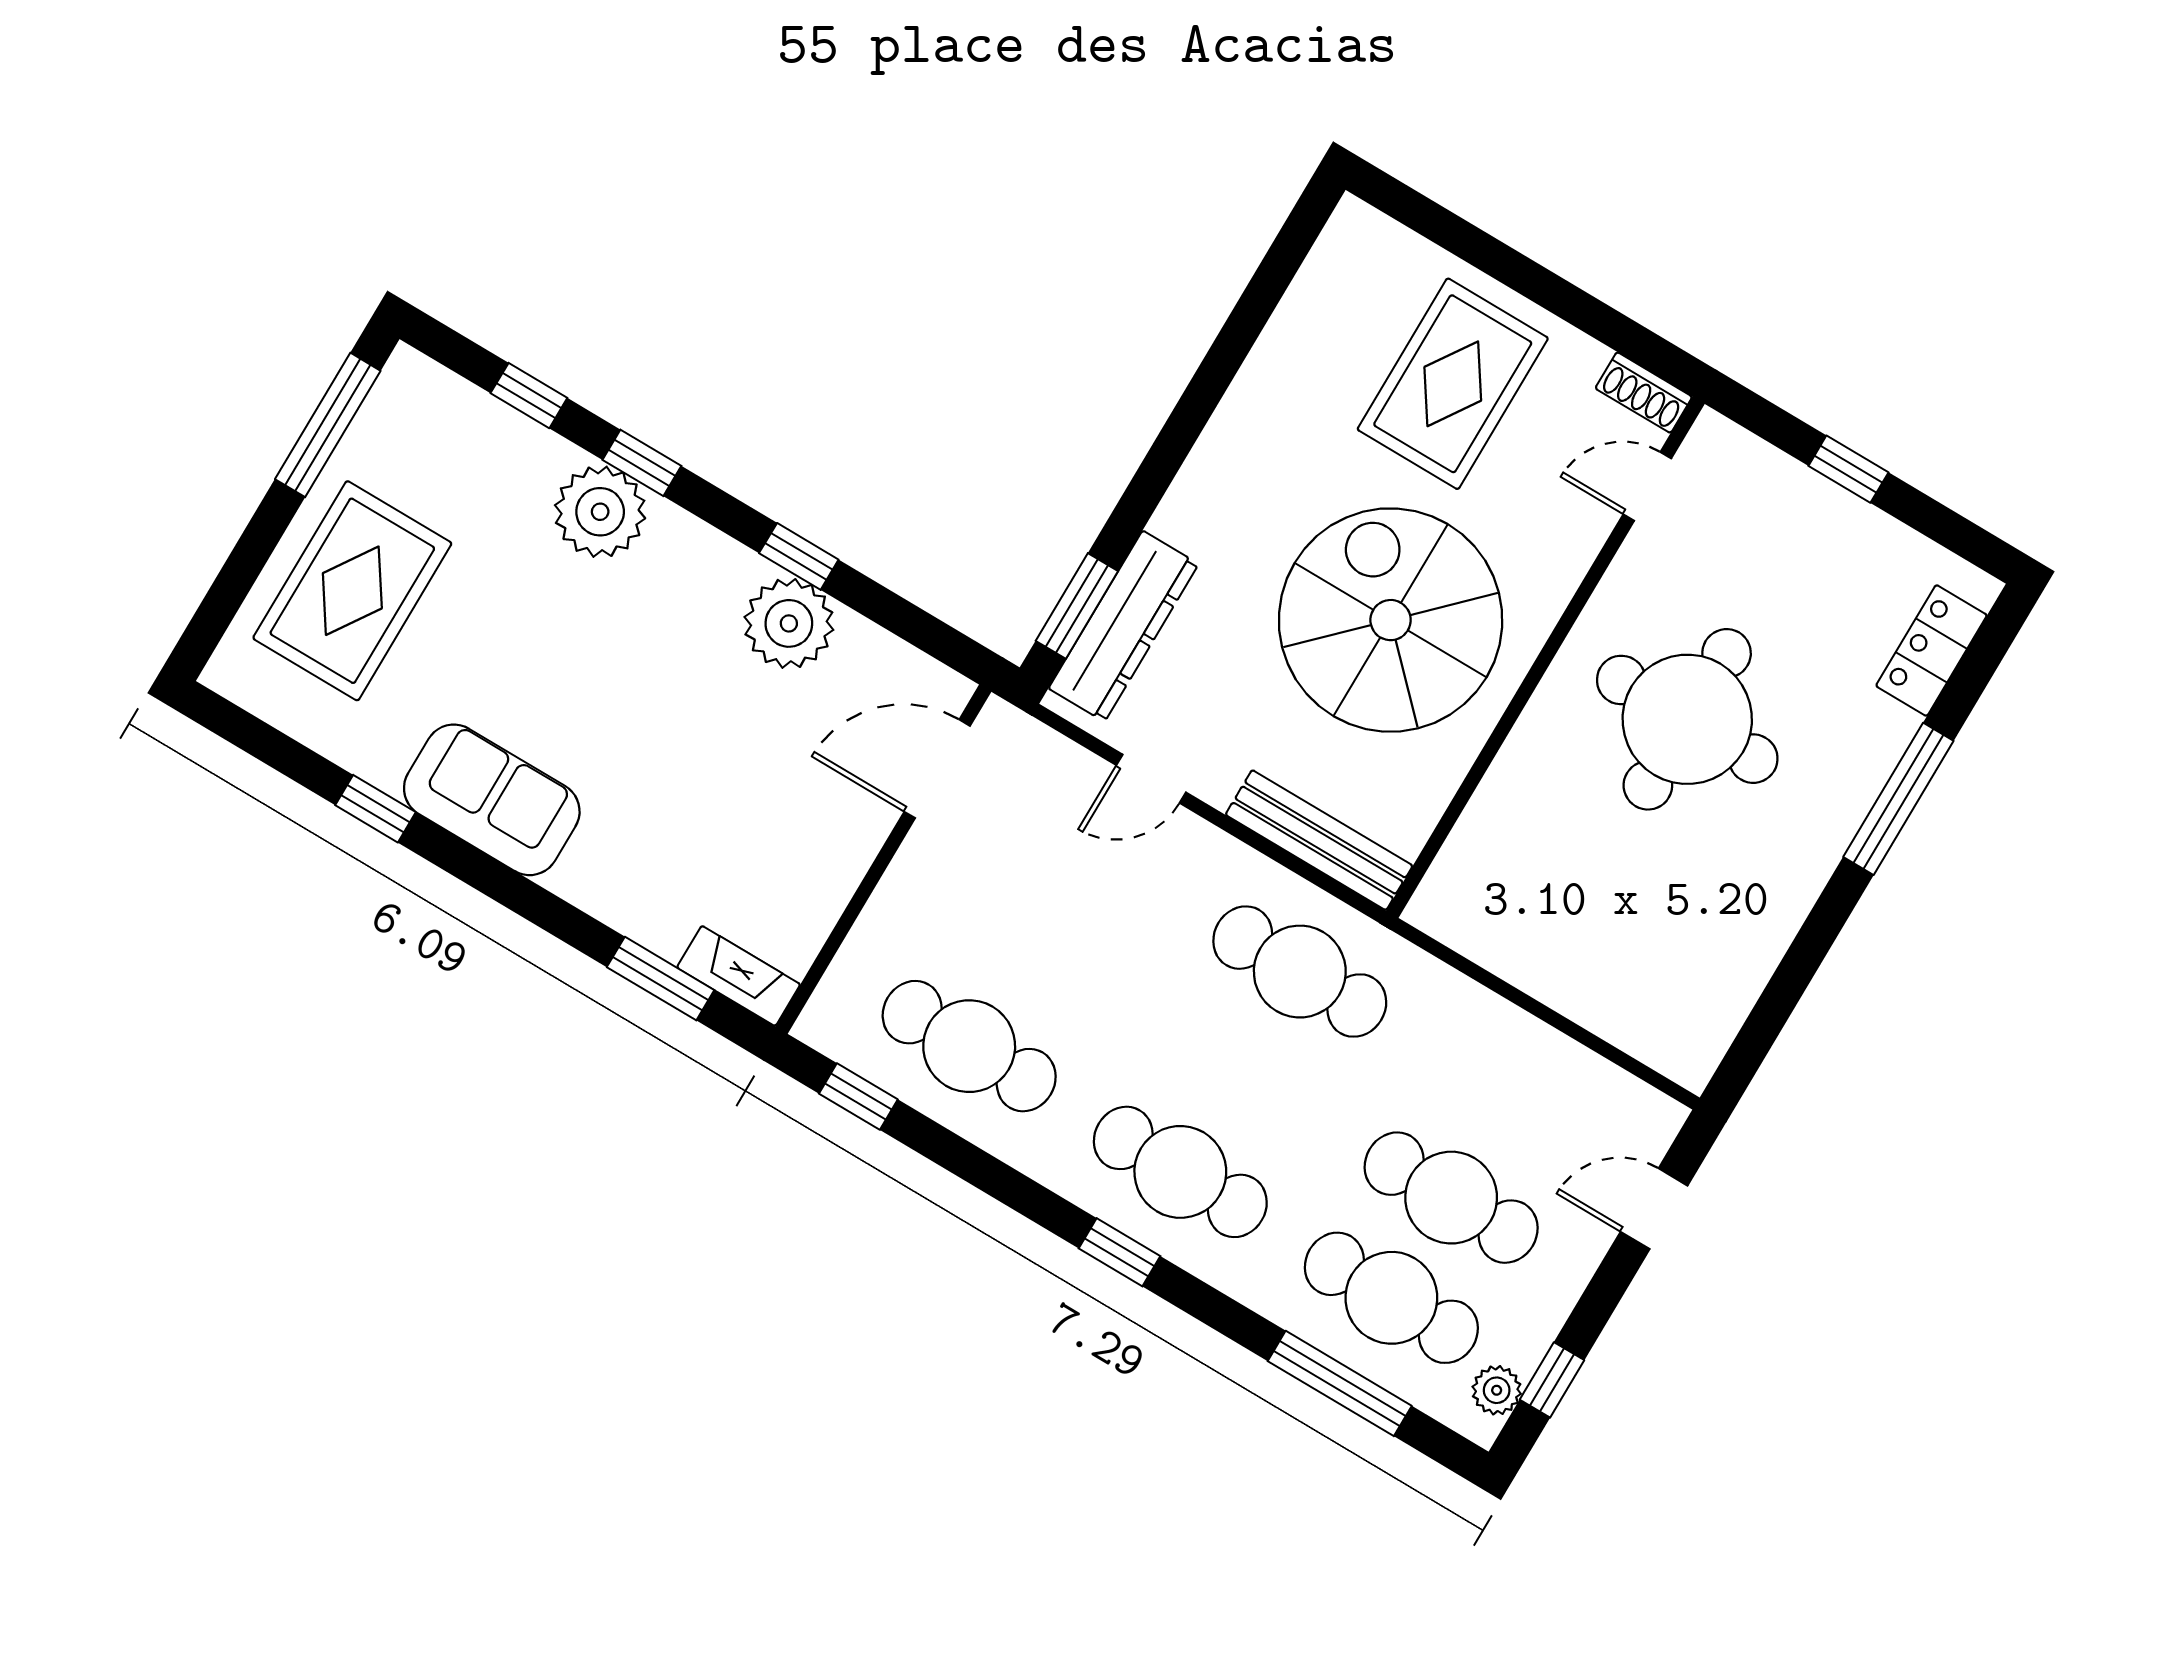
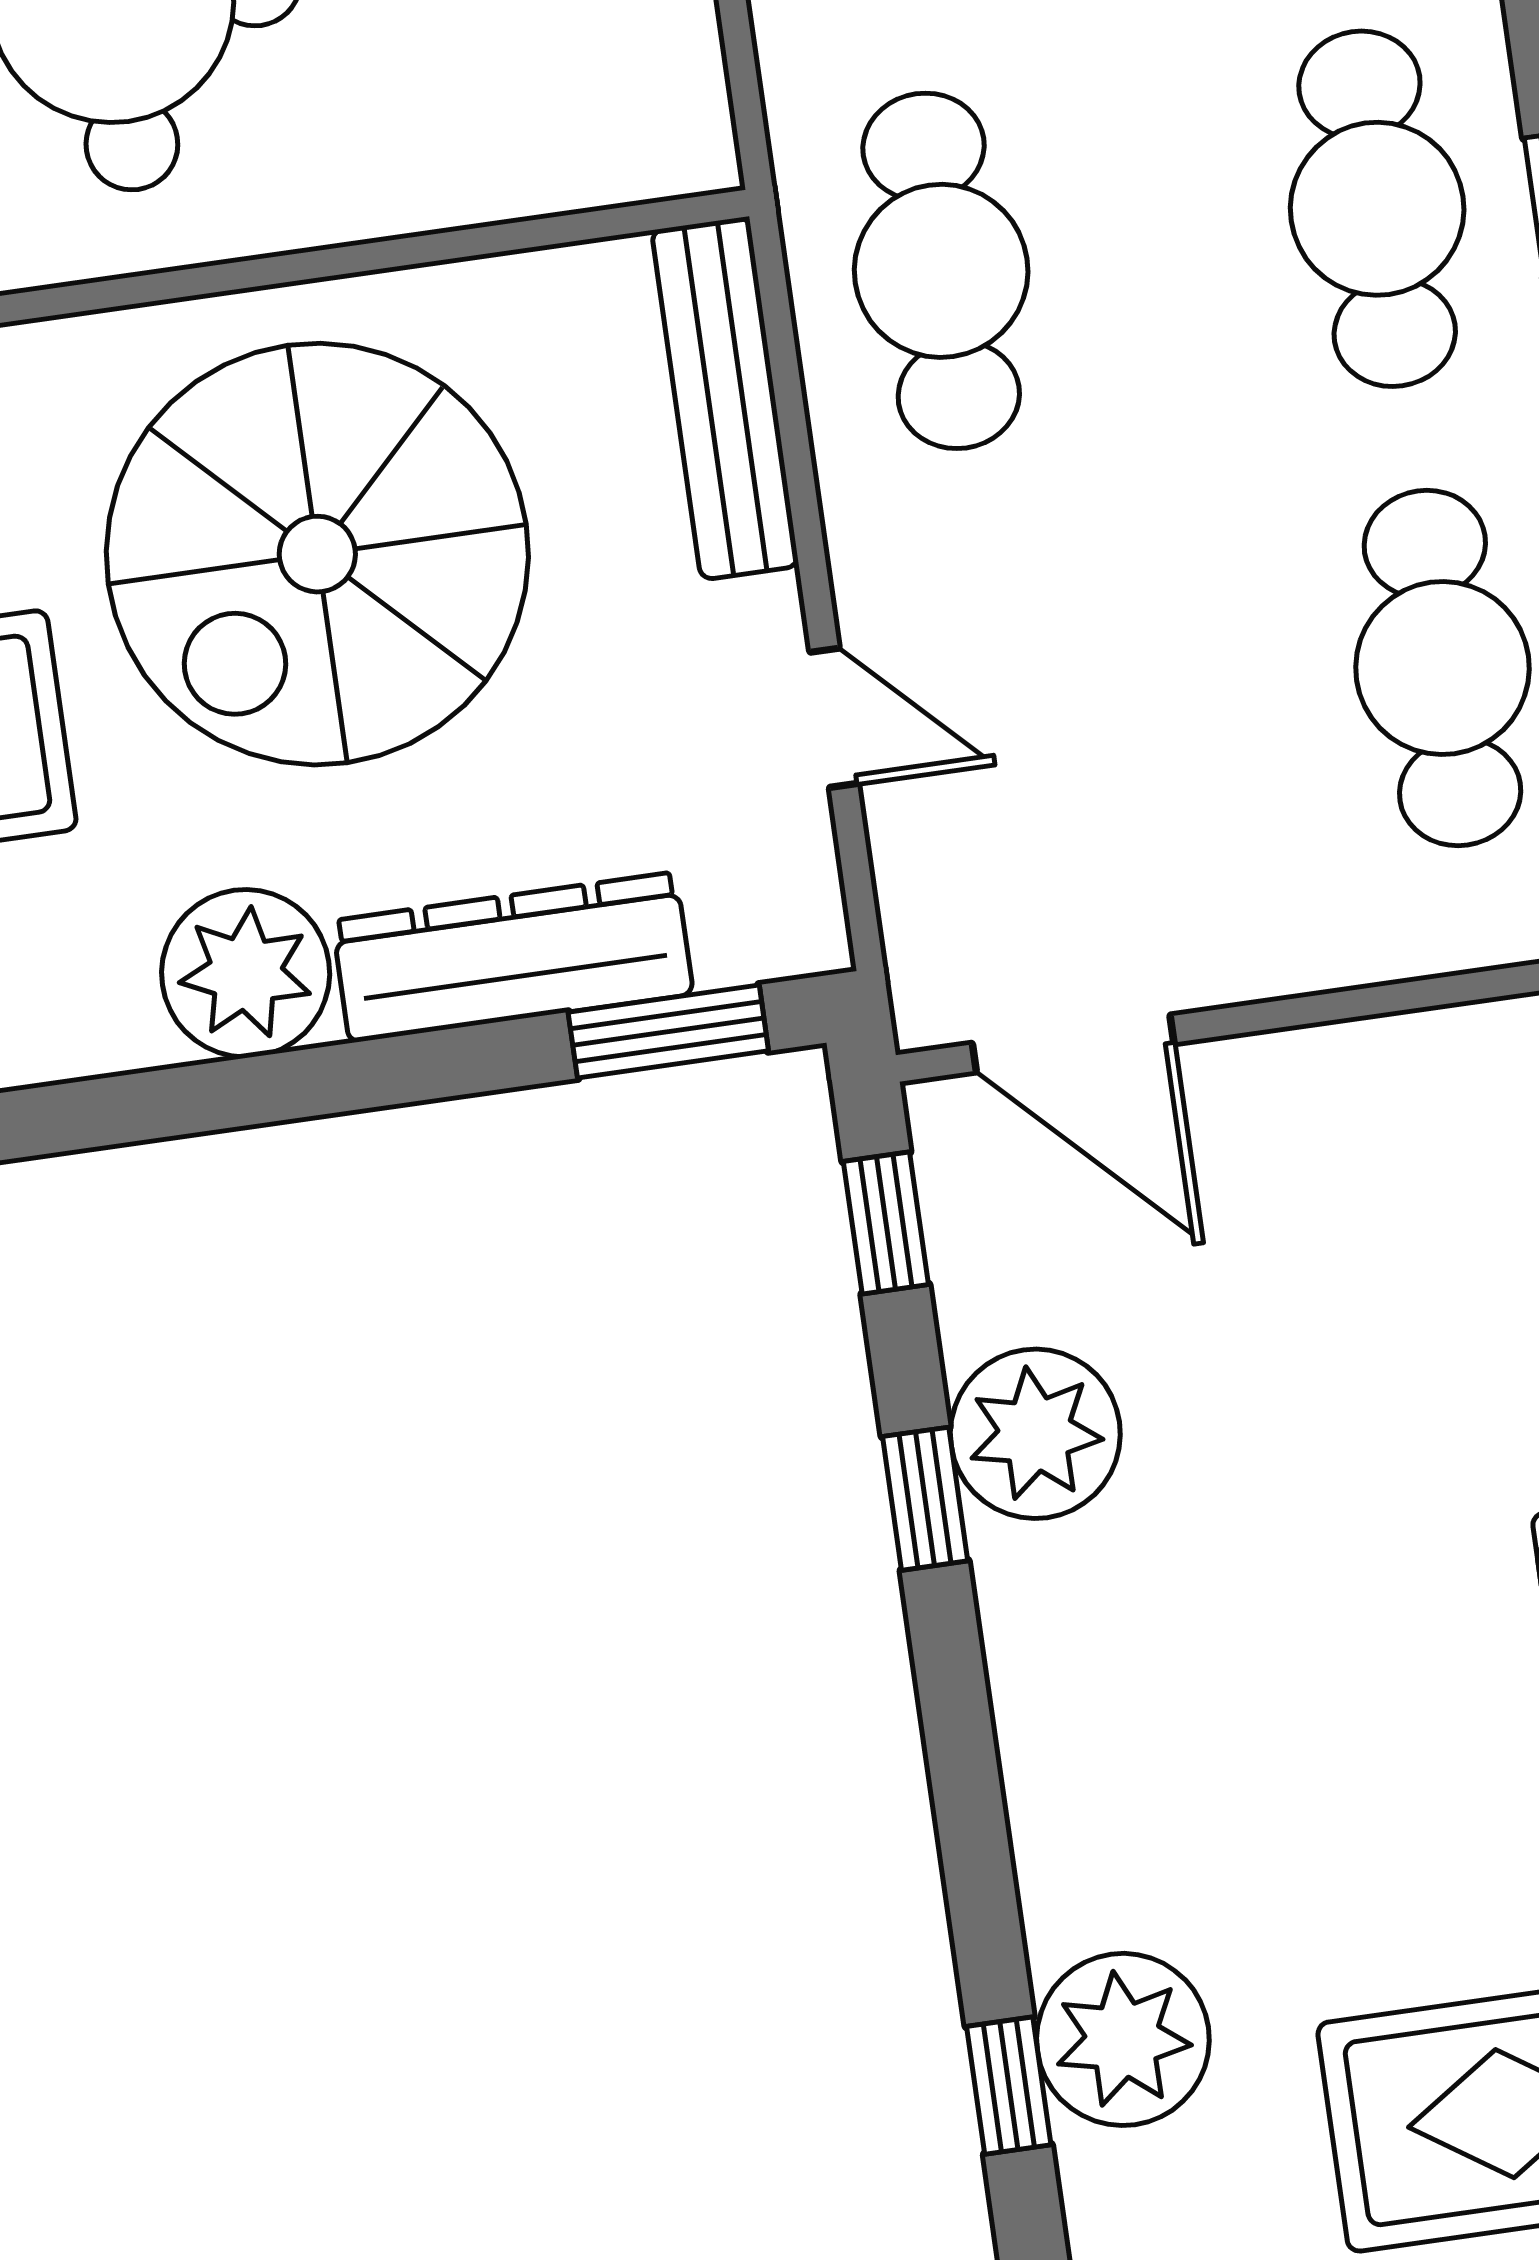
plant: (1242, 451) -> (246, 973), added
window: (642, 463) -> (886, 1223), moved
plant: (600, 512) -> (1123, 2039), moved
dresser: (1124, 626) -> (513, 957), moved

